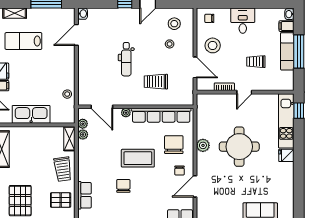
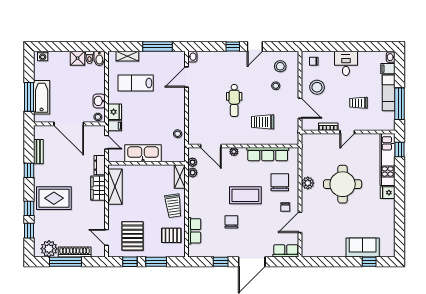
window: (299, 51) -> (400, 104), moved
row of seats: (161, 115) -> (268, 154), width x0.73

